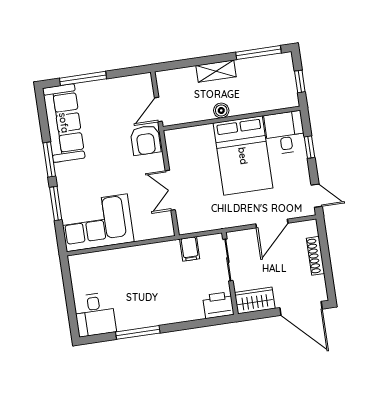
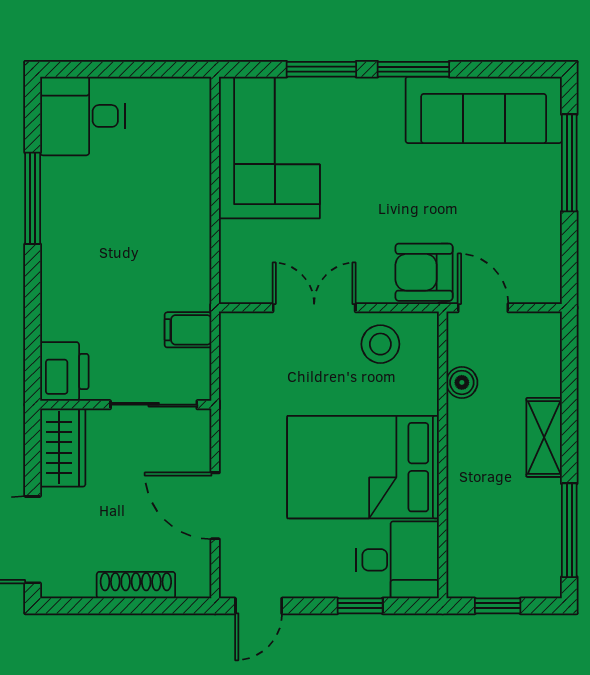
boiler: (221, 110) -> (462, 382), moved
stool: (183, 156) -> (380, 344), added

